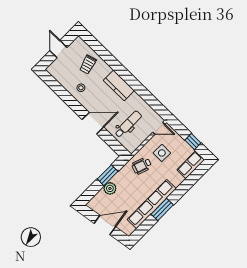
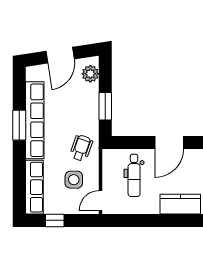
row of seats: (191, 165) -> (34, 187), width x1.48
plant: (110, 188) -> (90, 74), moved

